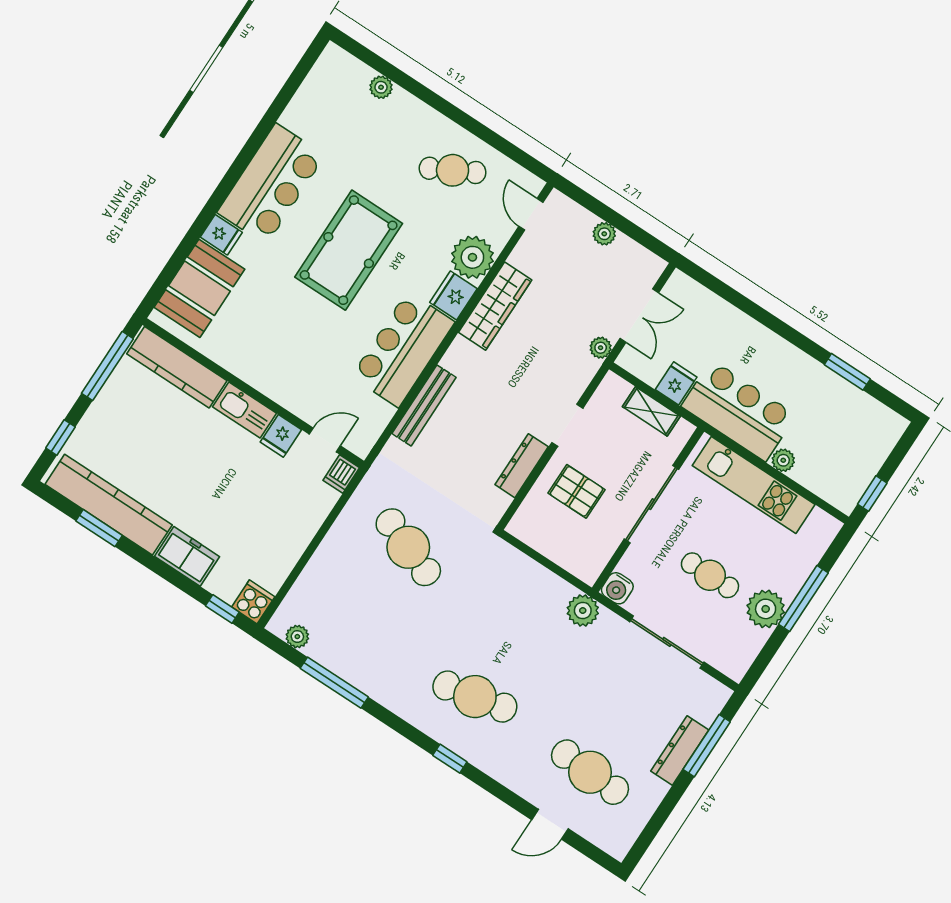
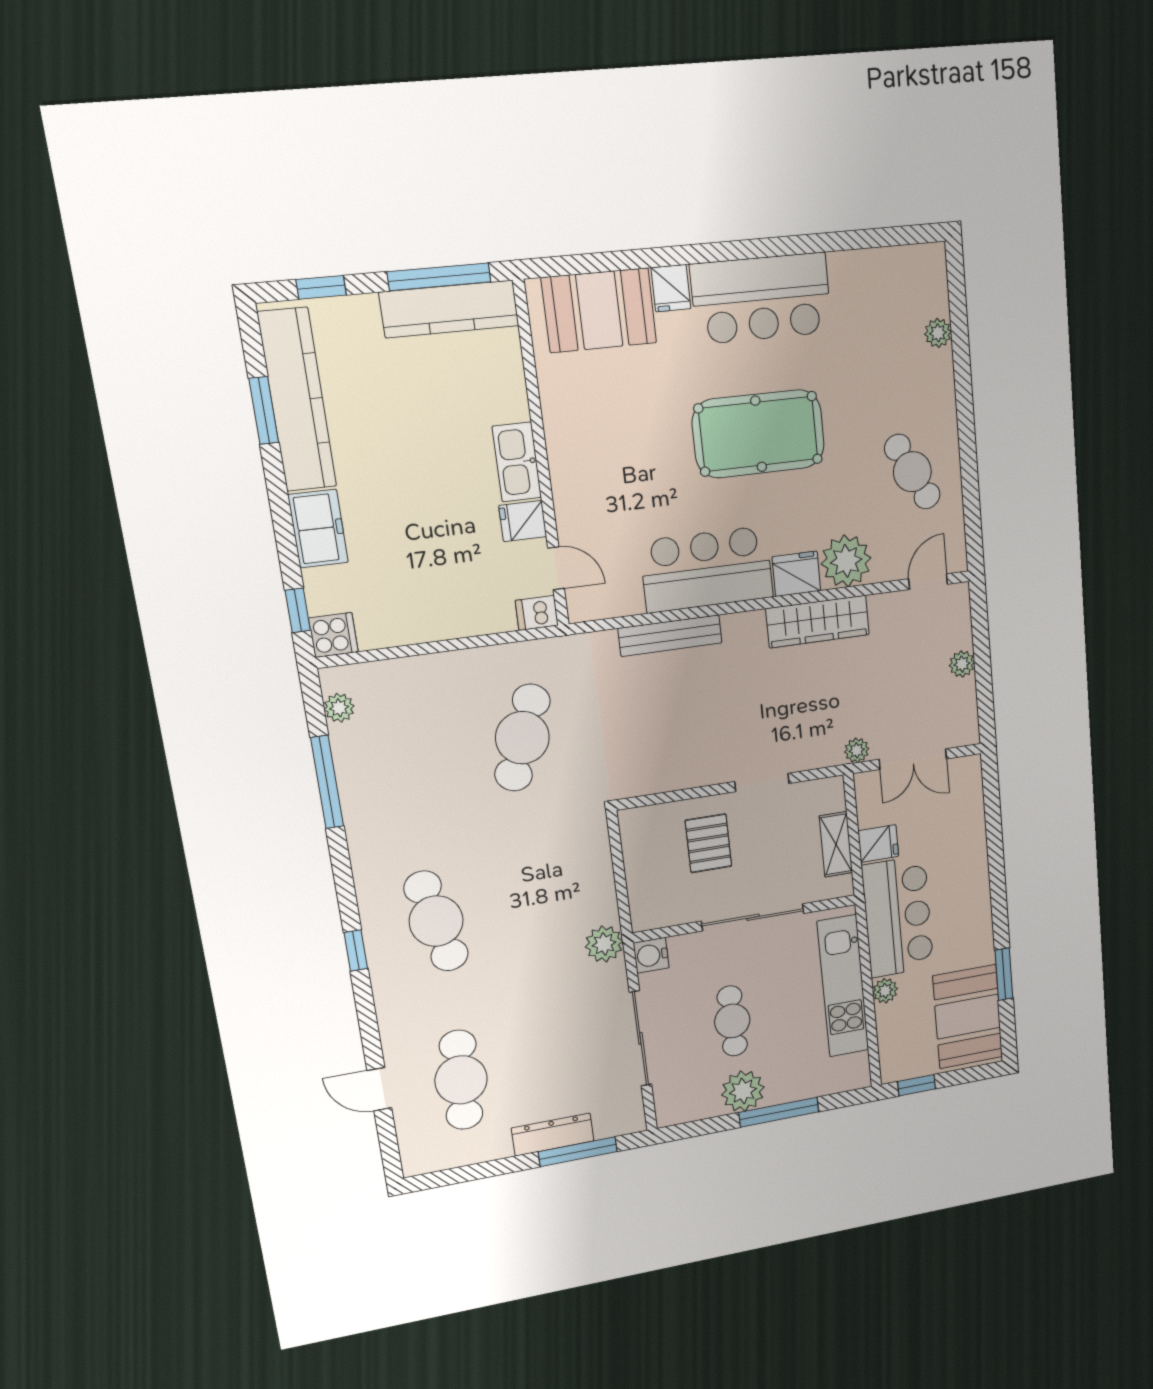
kitchen counter: (177, 367) -> (449, 309), moved, turned -90
booth: (855, 420) -> (968, 1017), added
dresser: (522, 466) -> (690, 774), removed

